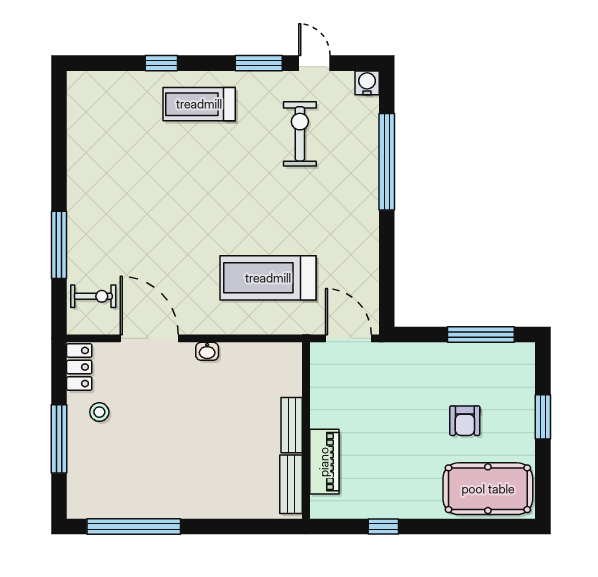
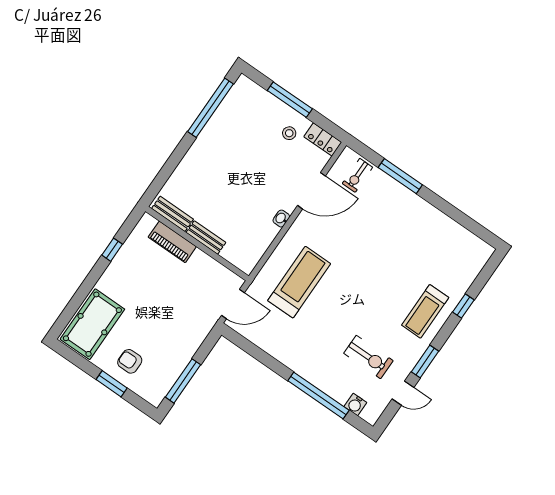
water cooler: (367, 83) -> (355, 404), moved, turned 90
treadmill: (199, 104) -> (425, 311), turned 180
armchair: (465, 421) -> (130, 361), moved

